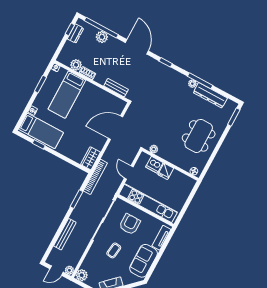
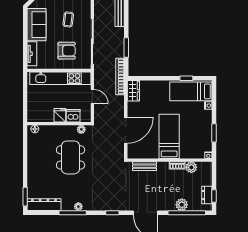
bed: (67, 95) -> (169, 136), moved
dresser: (210, 95) -> (44, 205), moved
dining table: (199, 136) -> (71, 157), moved
armchair: (130, 224) -> (67, 51), turned -90

